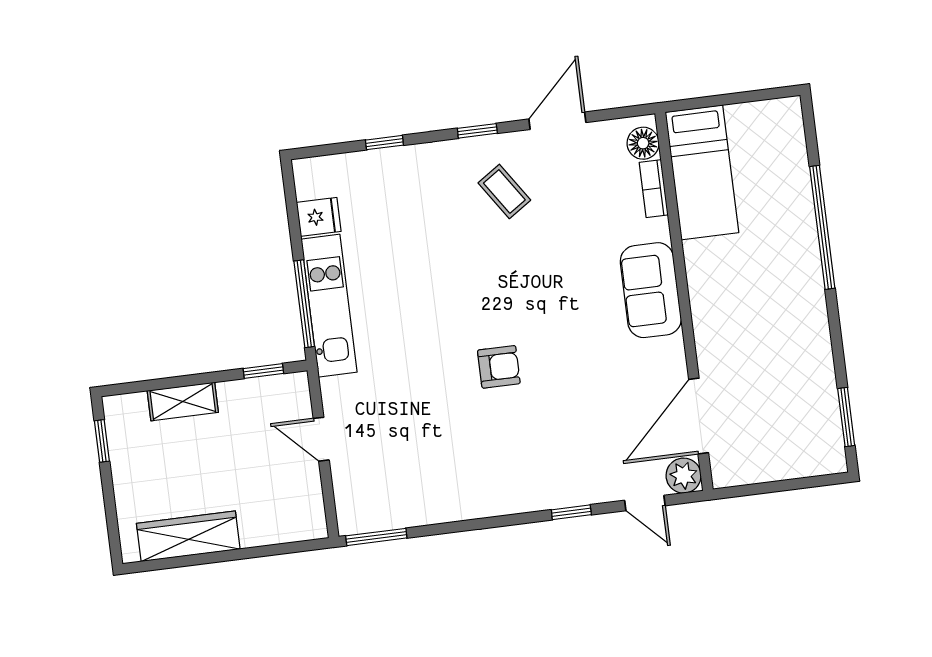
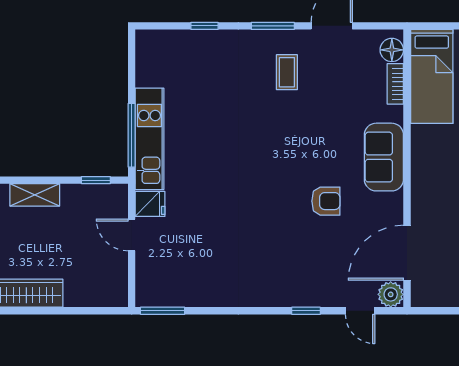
window: (477, 131) -> (273, 26), width x1.50
coffee table: (504, 191) -> (287, 72), turned 34
fridge: (319, 217) -> (150, 204), moved
armchair: (499, 367) -> (326, 201), moved

